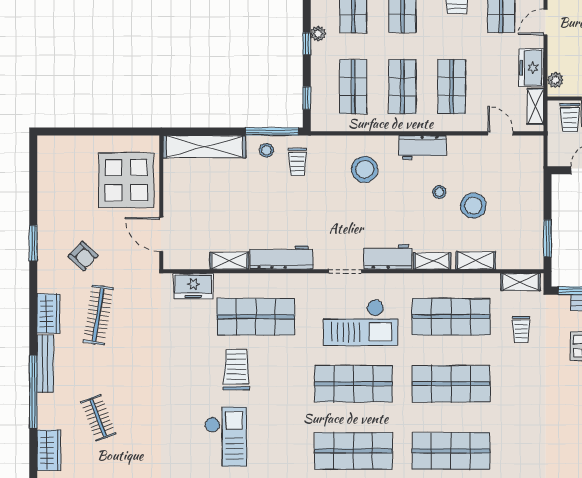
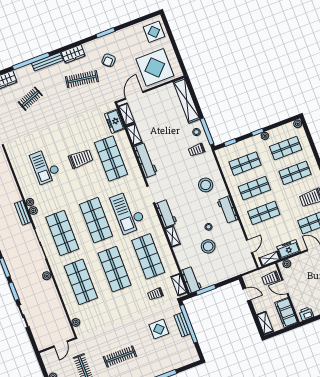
display table: (64, 158) -> (154, 32), added
workbench: (520, 257) -> (191, 280), added
shelving: (476, 260) -> (126, 114), moved
checkout: (226, 437) -> (45, 166), turned 90

